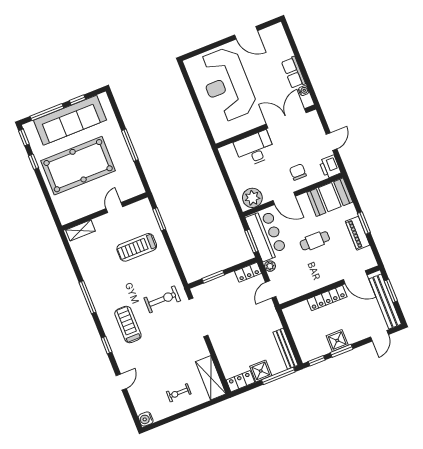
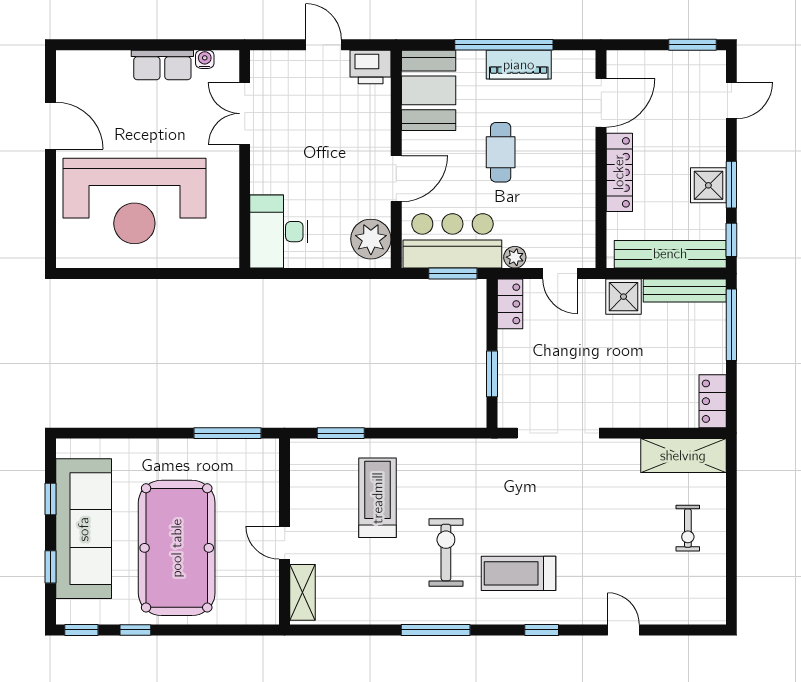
door: (246, 33) -> (50, 126), hinge flipped
window: (47, 112) -> (50, 567), width x0.46
double door: (286, 118) -> (245, 114), width x0.73
window: (130, 145) -> (228, 433), moved
desk: (255, 149) -> (279, 232), moved
chair: (298, 172) -> (356, 132), removed
door: (114, 208) -> (285, 543), moved
window: (364, 223) -> (504, 45), width x2.11
treadmill: (137, 247) -> (378, 498), turned 180
window: (391, 291) -> (692, 45), moved
exercise bike: (162, 299) -> (446, 553), moved
bench: (385, 302) -> (670, 254), moved
door: (380, 336) -> (731, 101), hinge flipped
shower: (261, 371) -> (623, 297), moved
water cooler: (146, 419) -> (713, 611), removed

